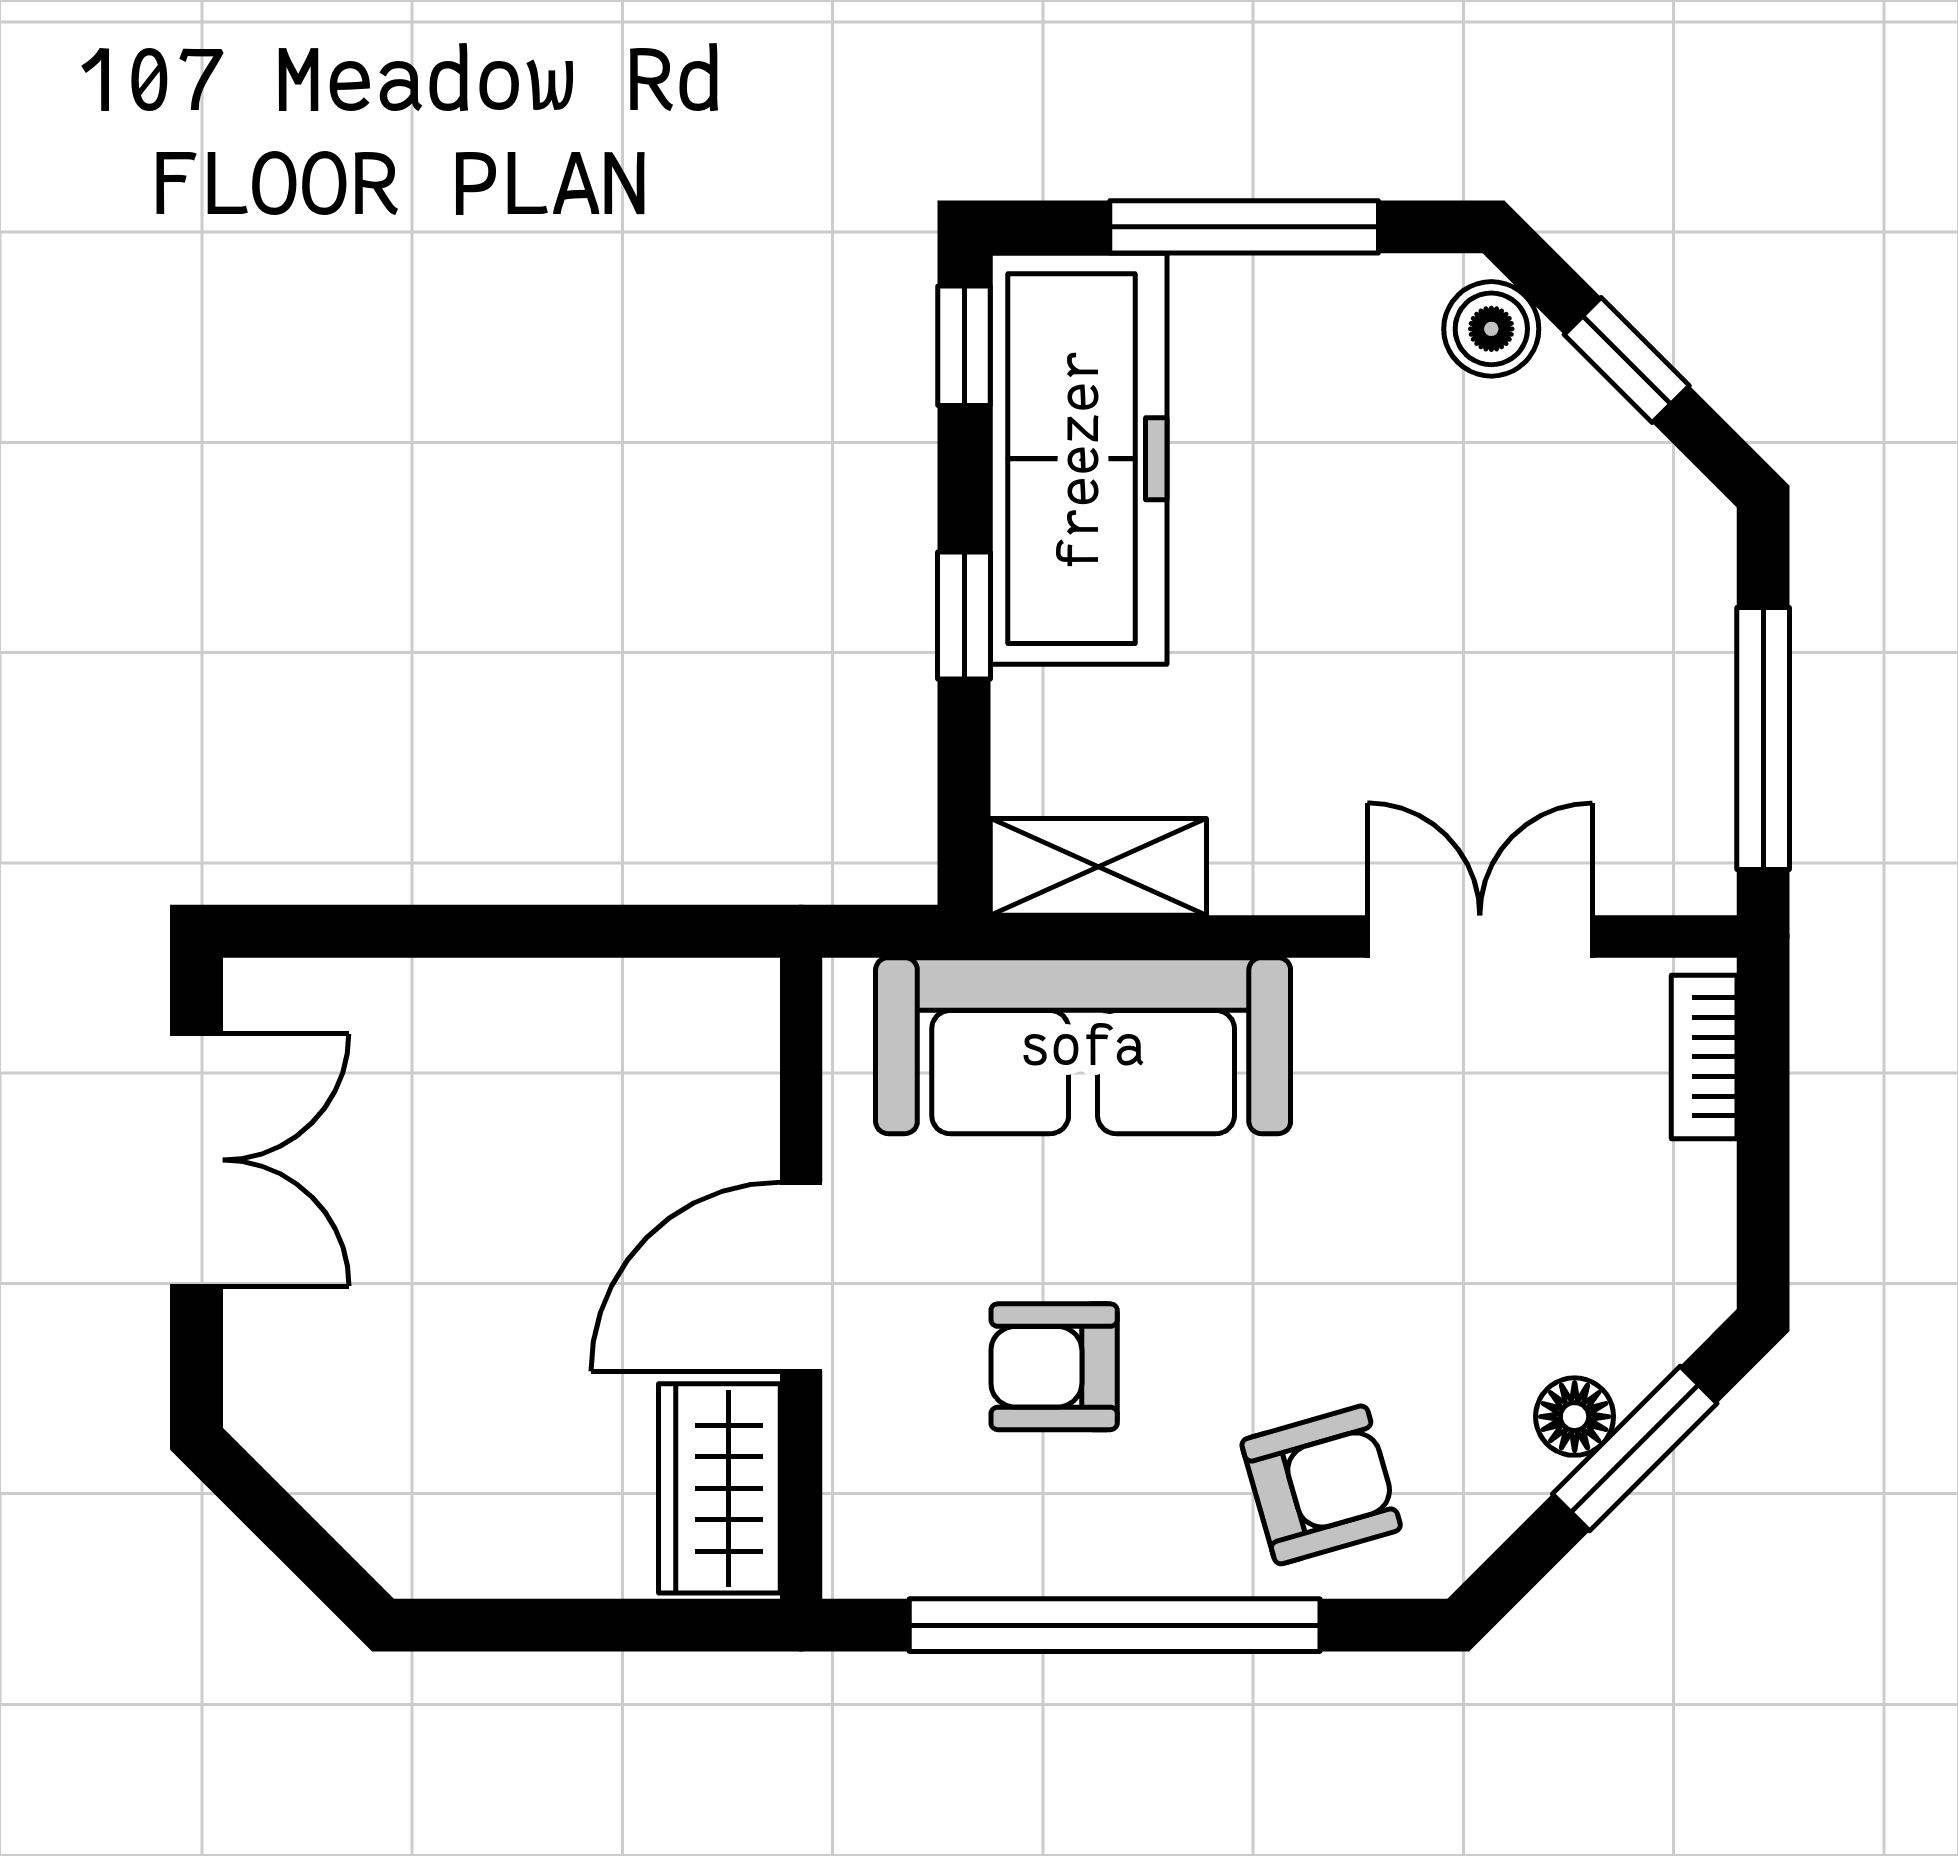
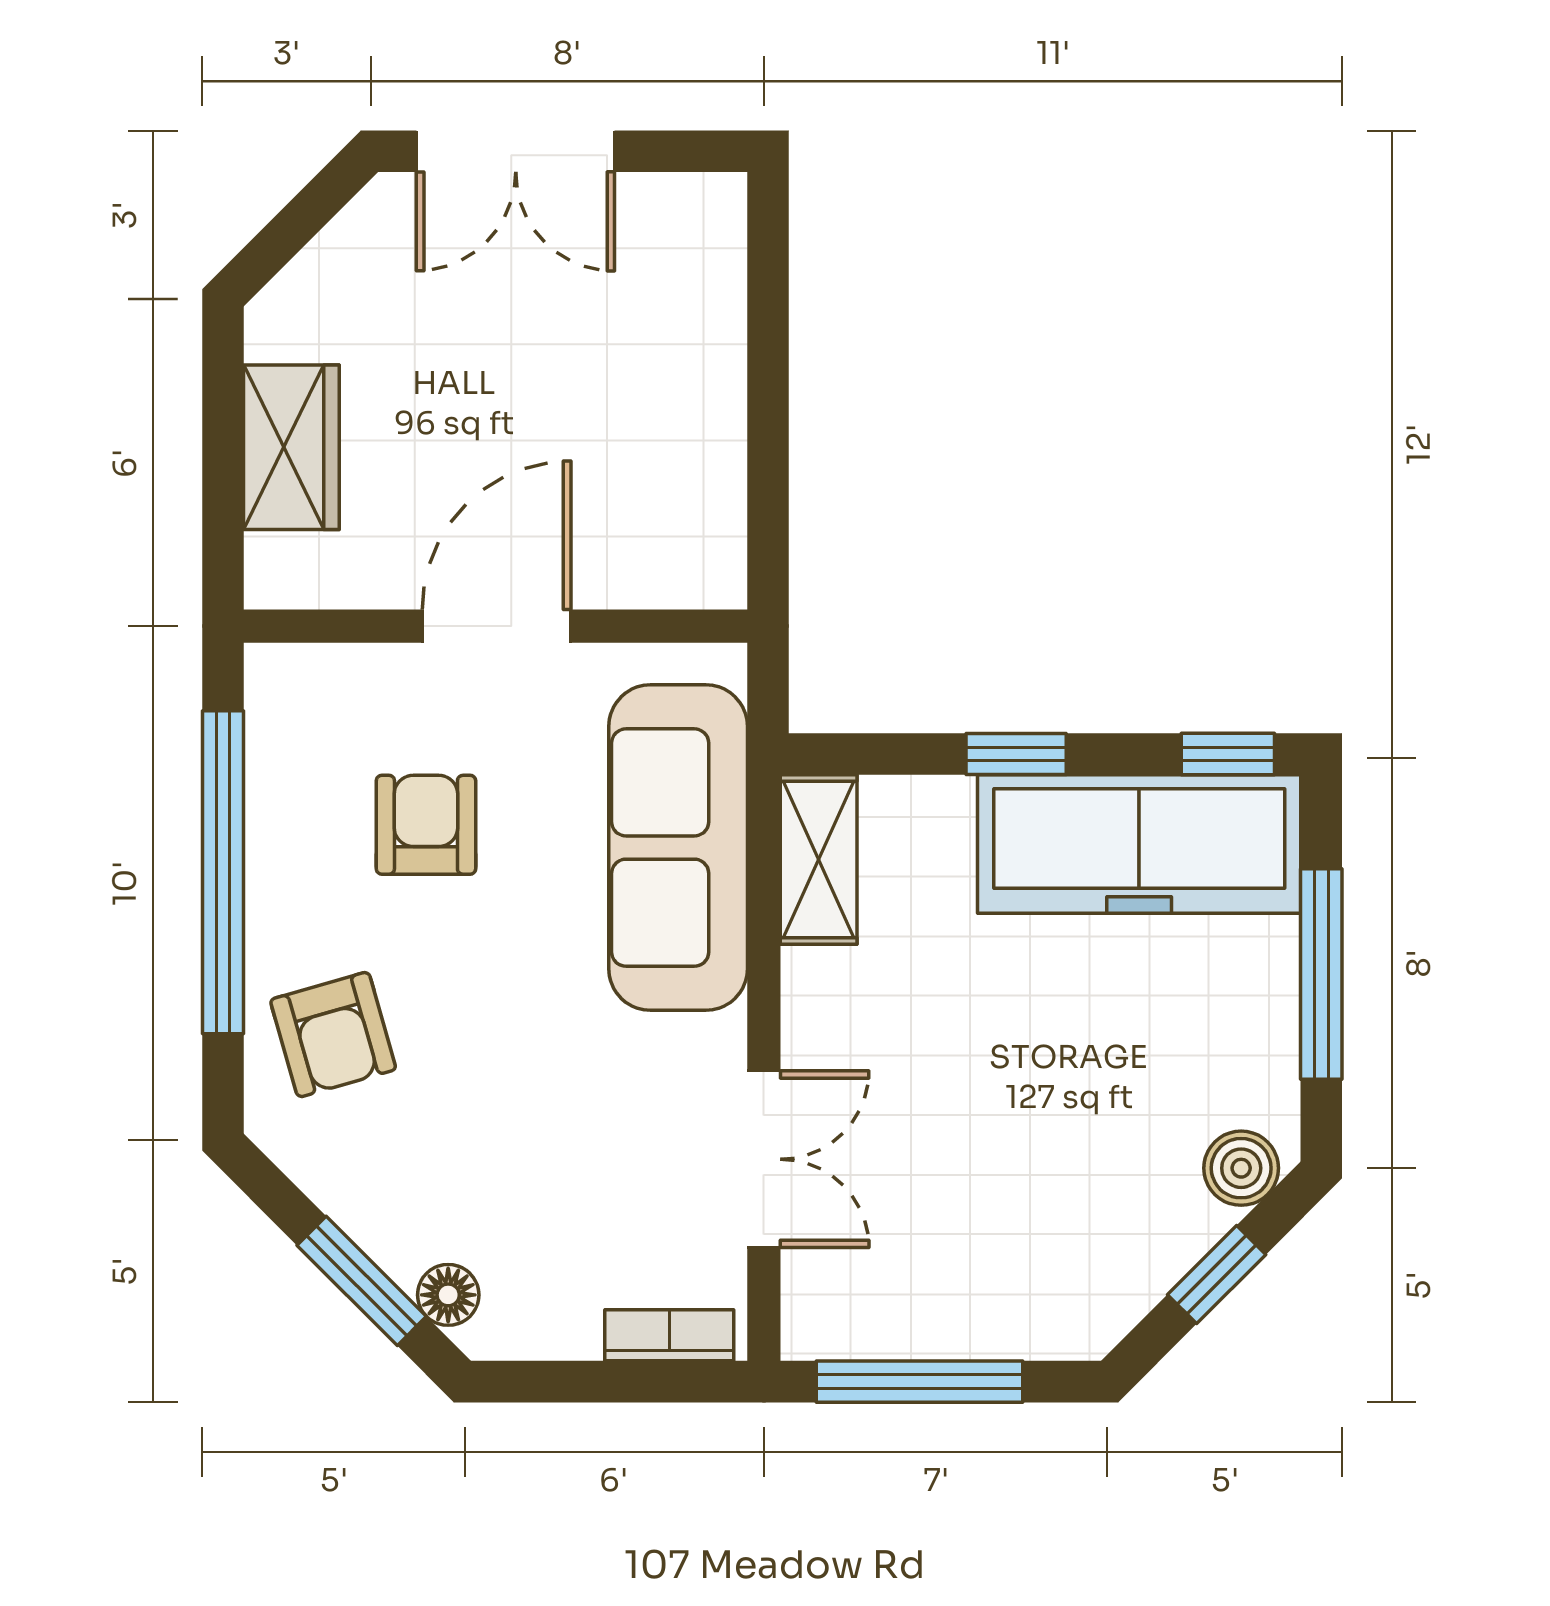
double door: (197, 1160) -> (516, 151), moved
door: (801, 1277) -> (497, 626), hinge flipped
floor lamp: (1575, 1417) -> (448, 1295), moved
wardrobe: (719, 1488) -> (291, 447), moved, turned 90

